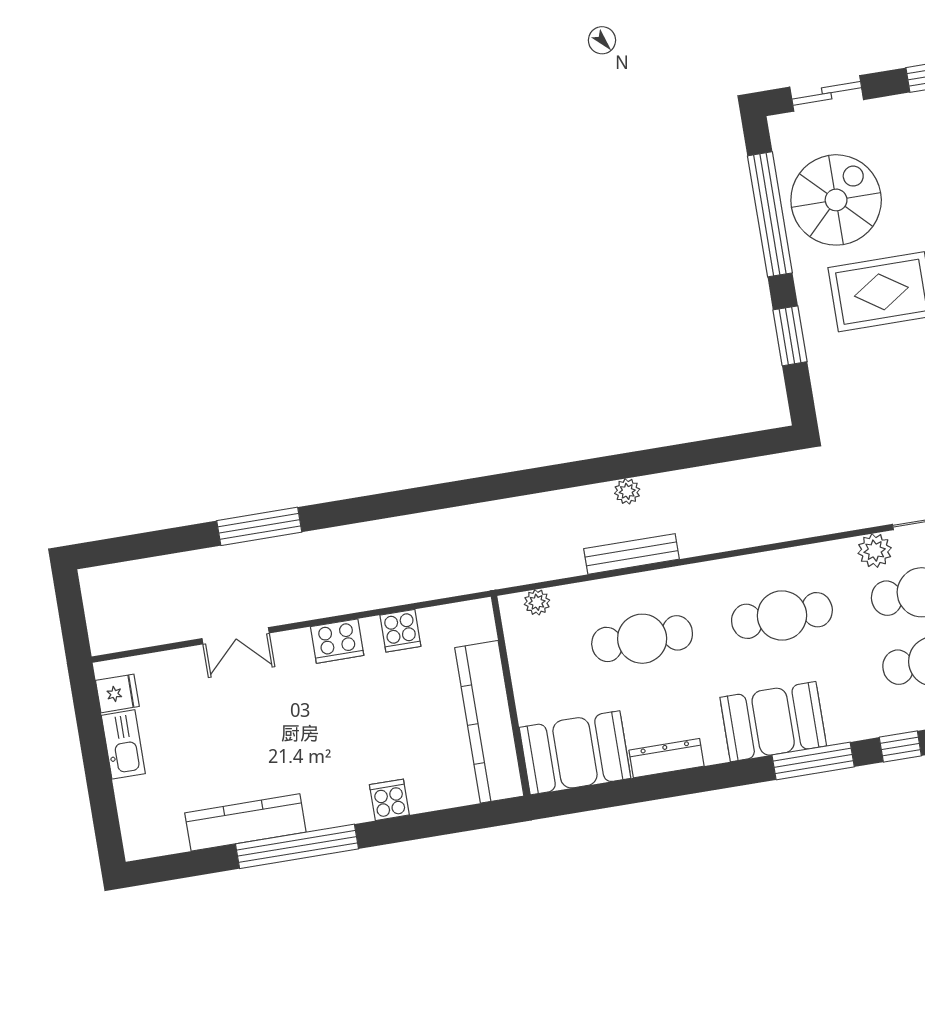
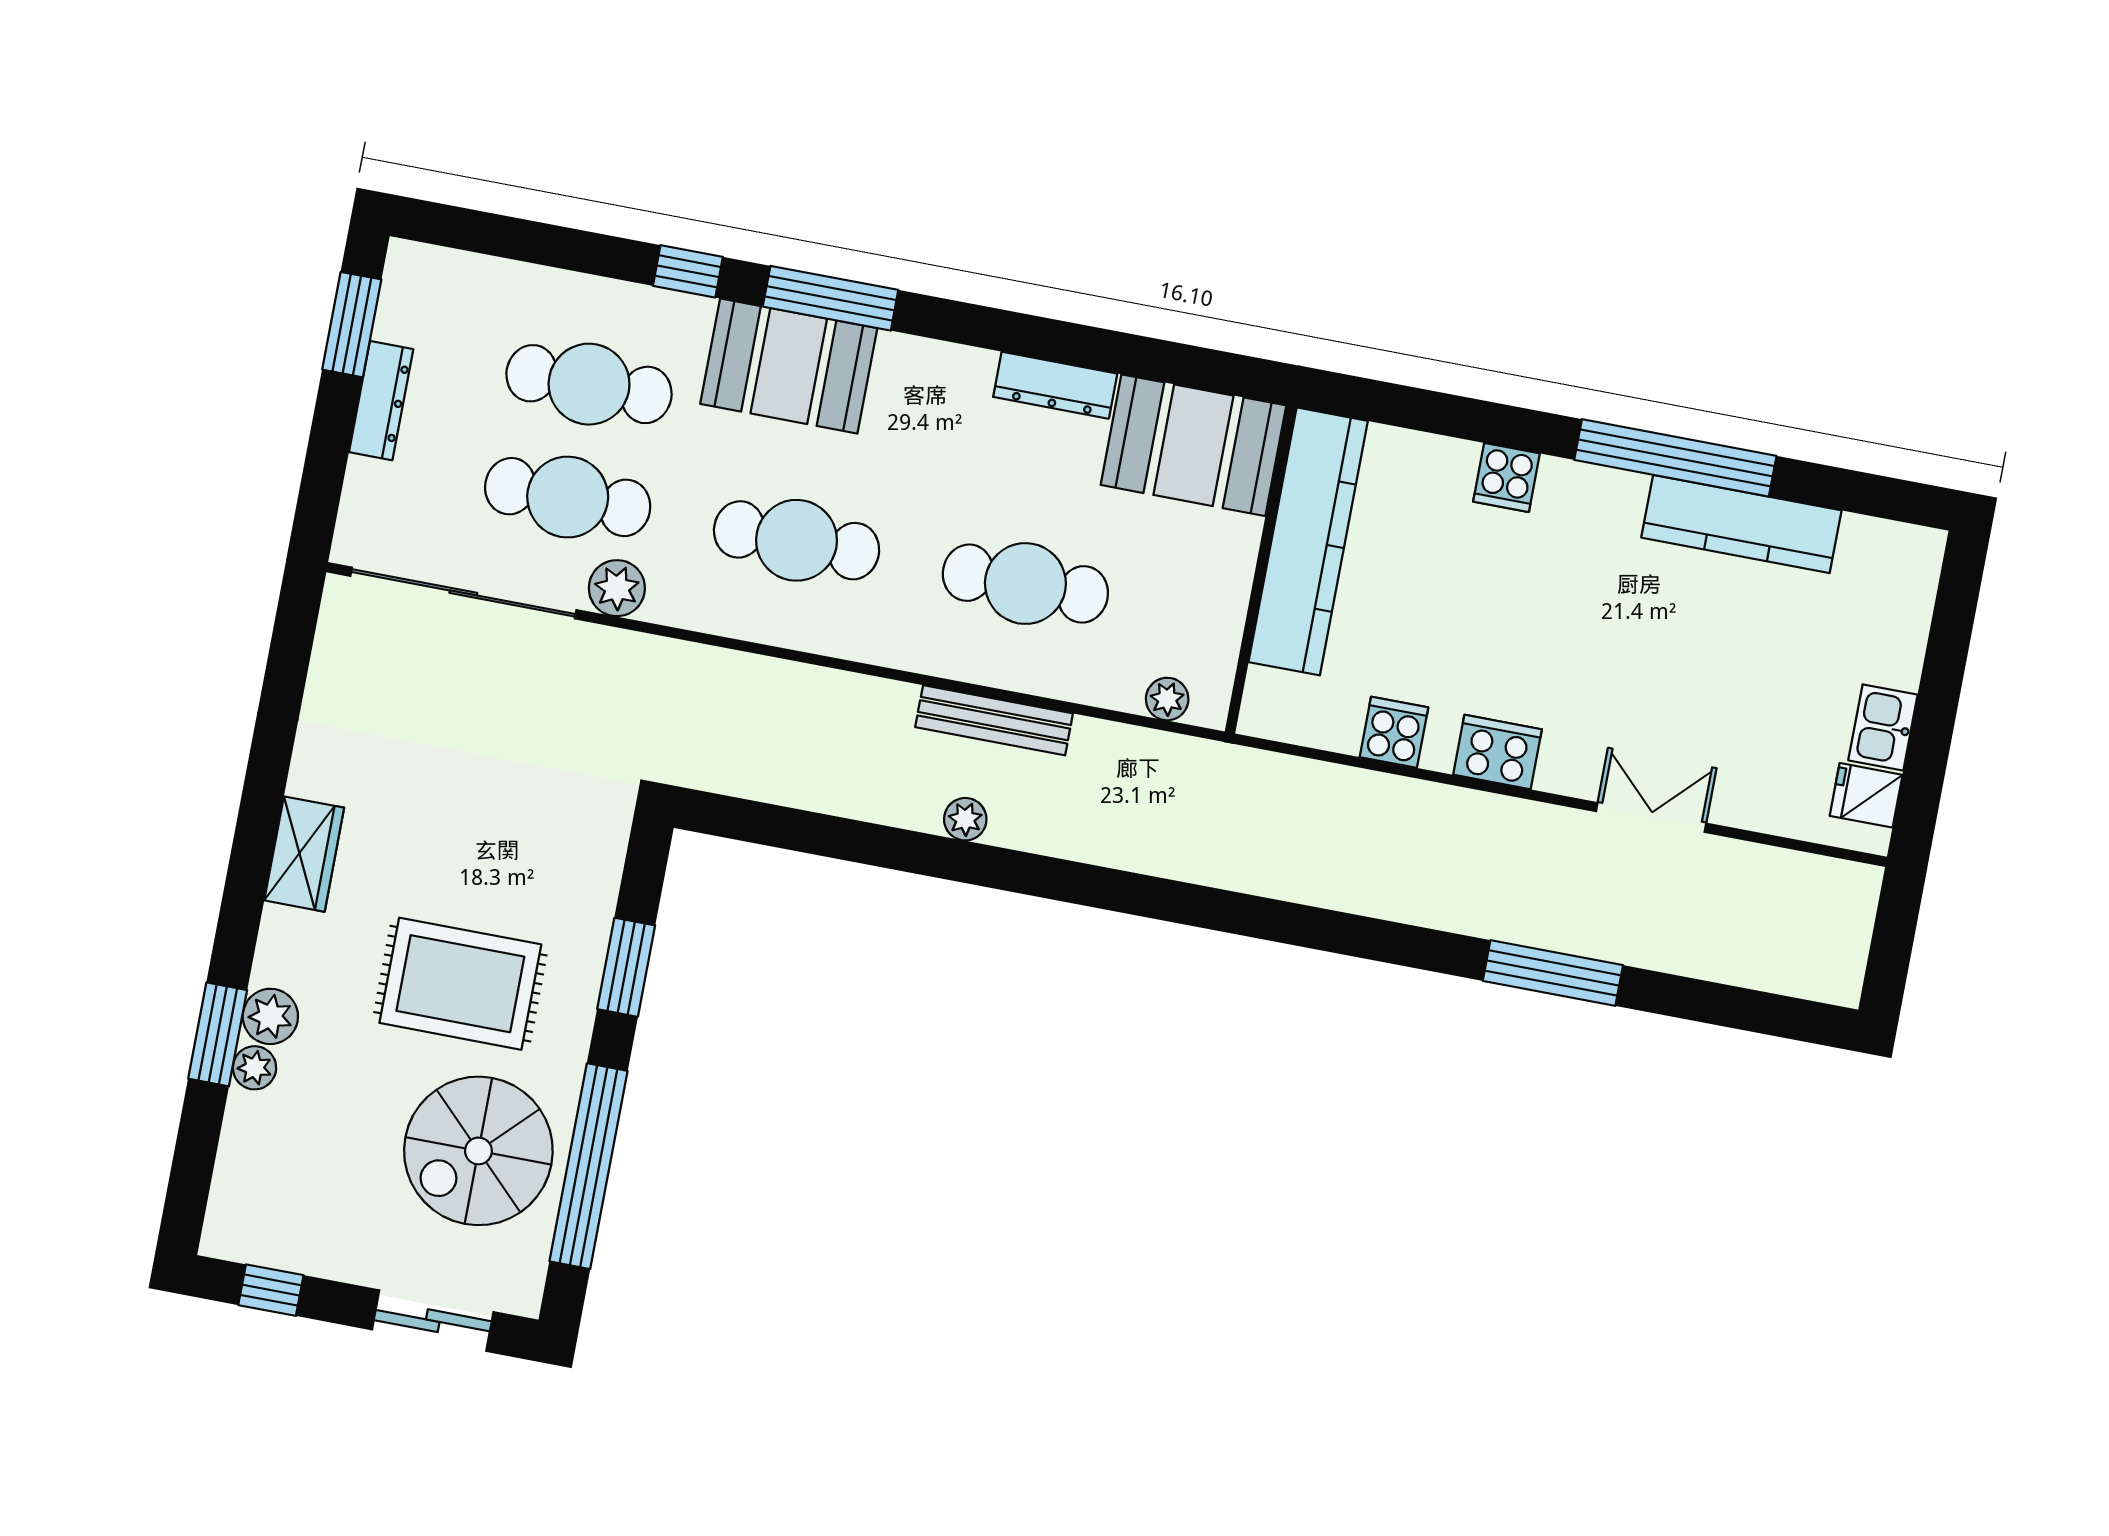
booth: (773, 722) -> (789, 366), moved
kitchen sink: (123, 744) -> (1883, 727), width x0.73

